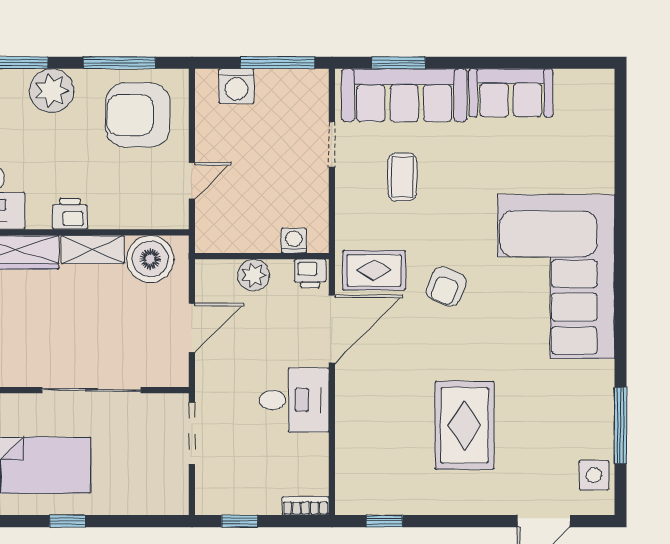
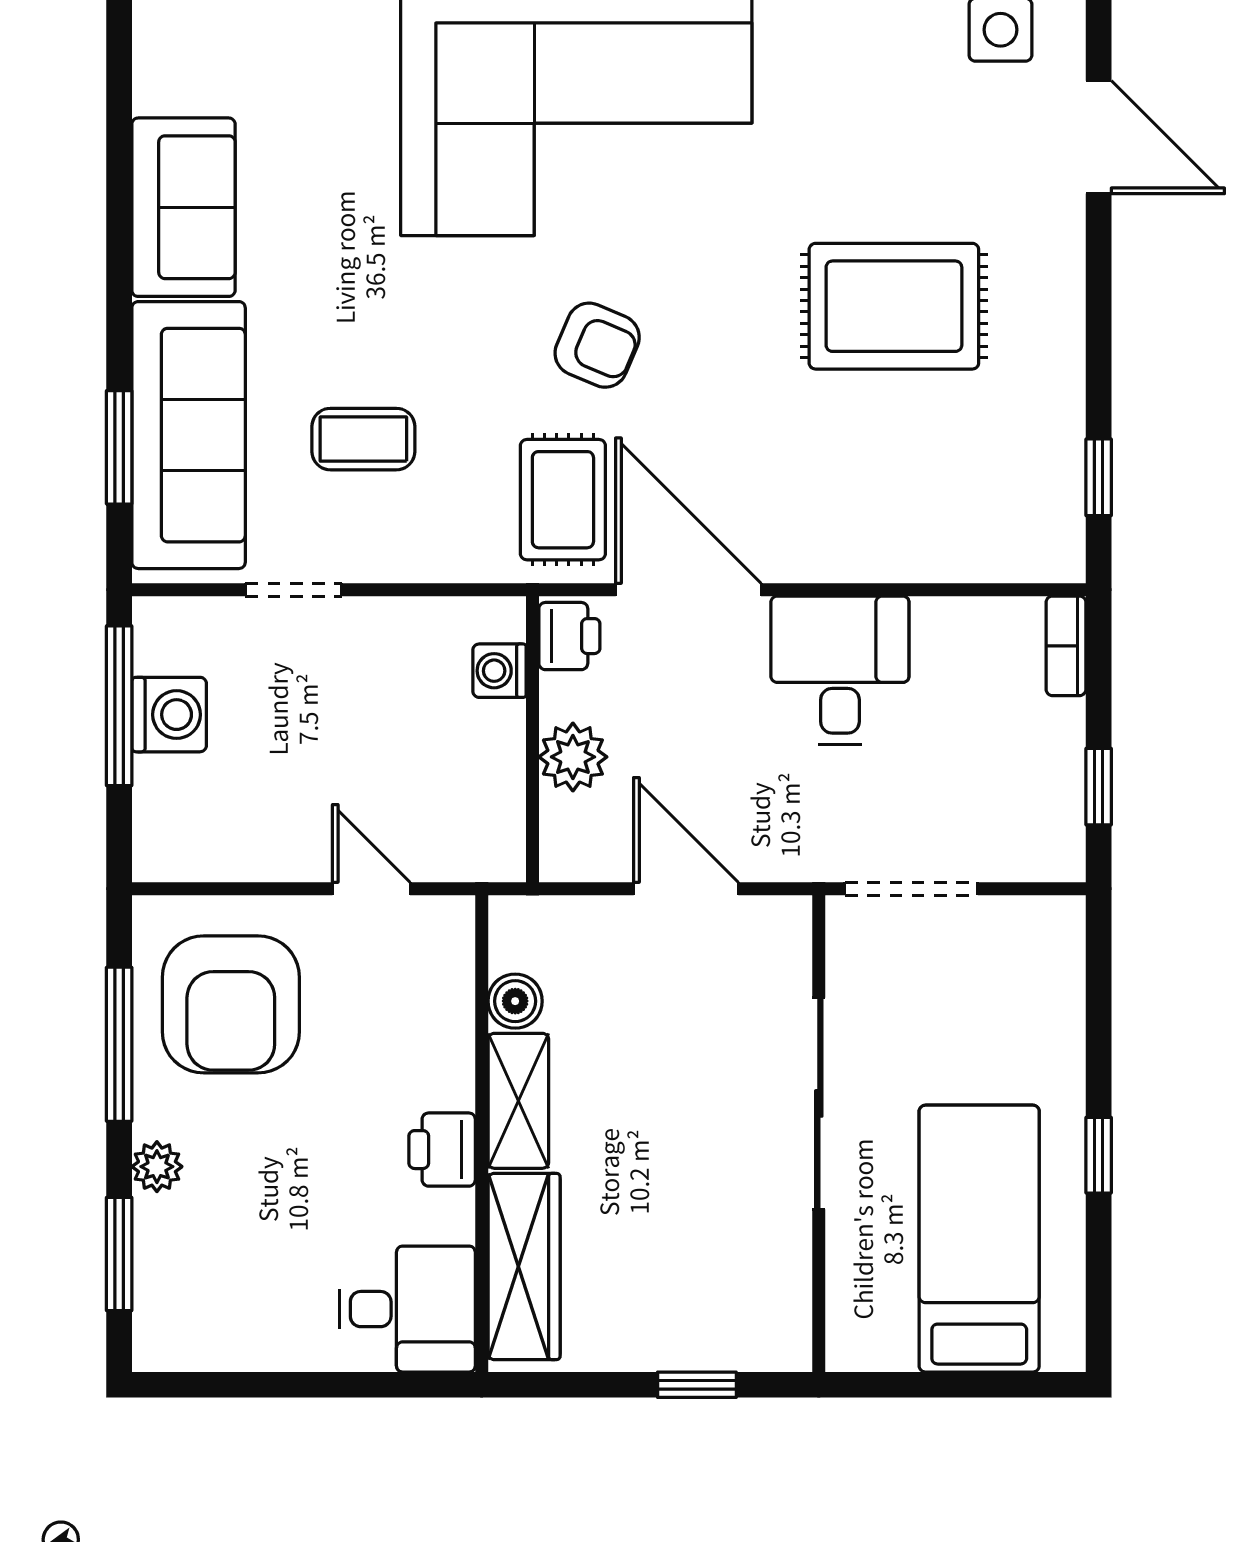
washing machine: (236, 86) -> (169, 715), moved
plant: (52, 91) -> (157, 1167), width x0.53, depth x0.53
boiler: (150, 259) -> (515, 1001), width x0.54, depth x0.54

